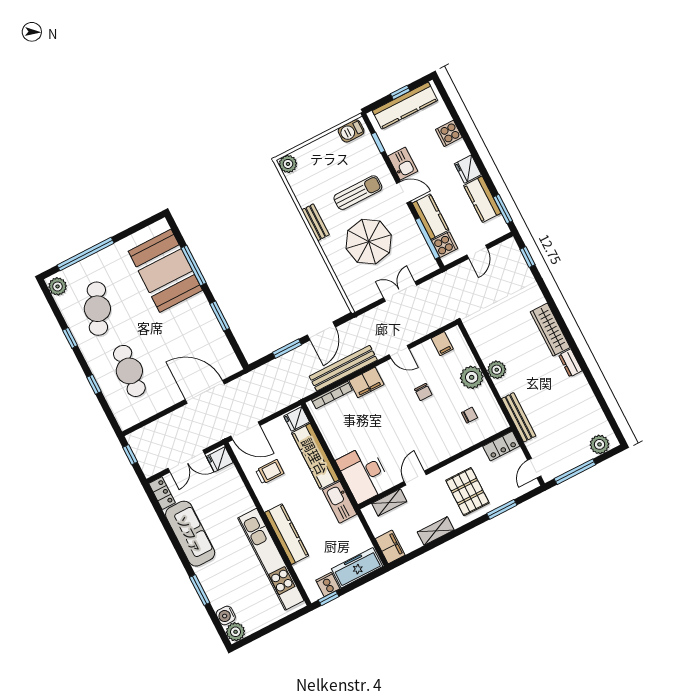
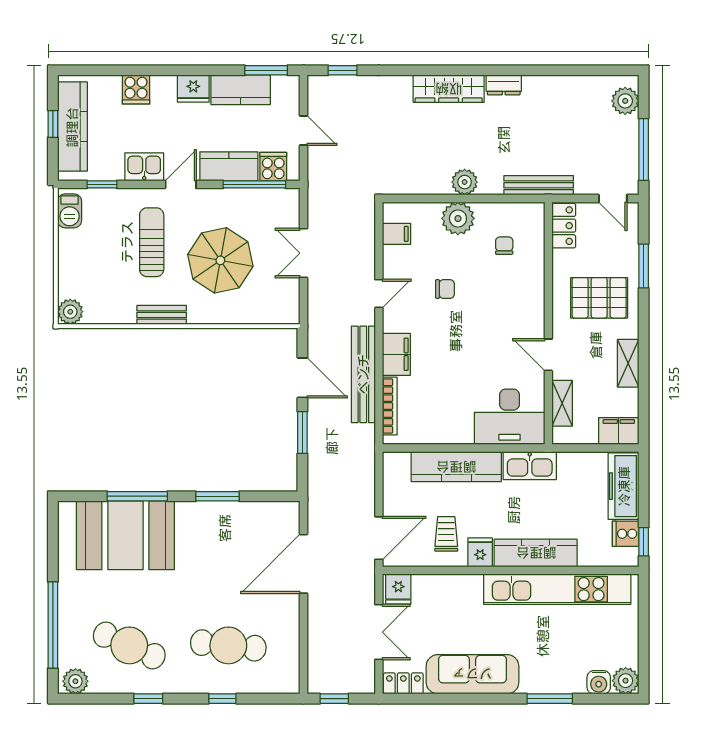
fridge: (297, 419) -> (480, 552), moved, turned 180

